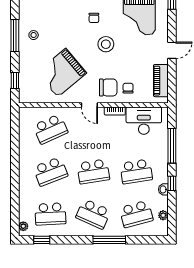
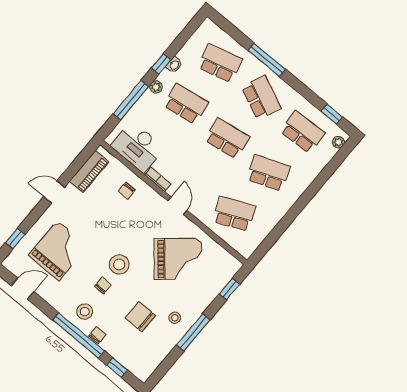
stool: (106, 44) -> (119, 264), moved
chair: (108, 87) -> (140, 317), moved
plant: (163, 215) -> (156, 87), moved

